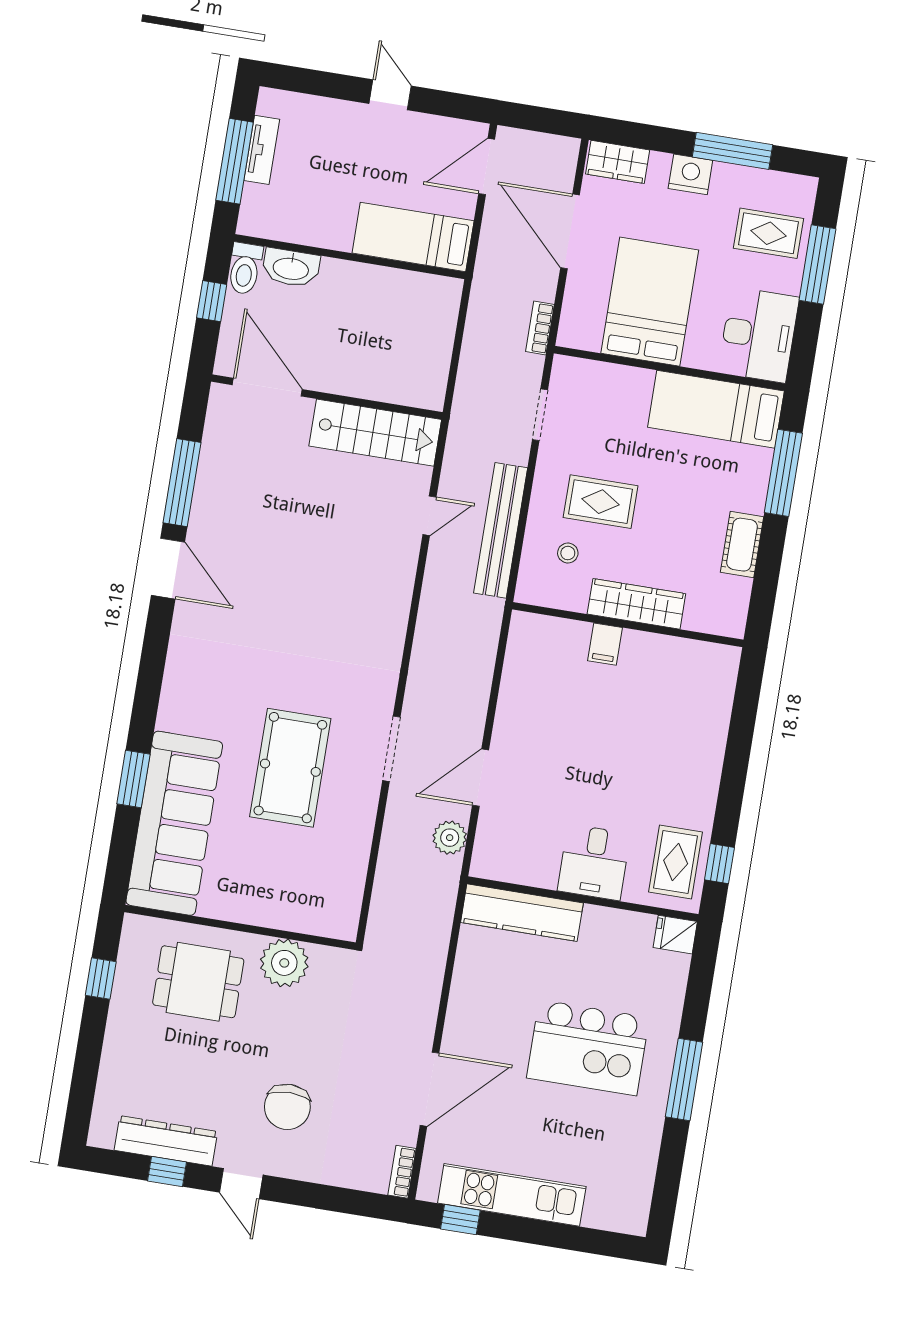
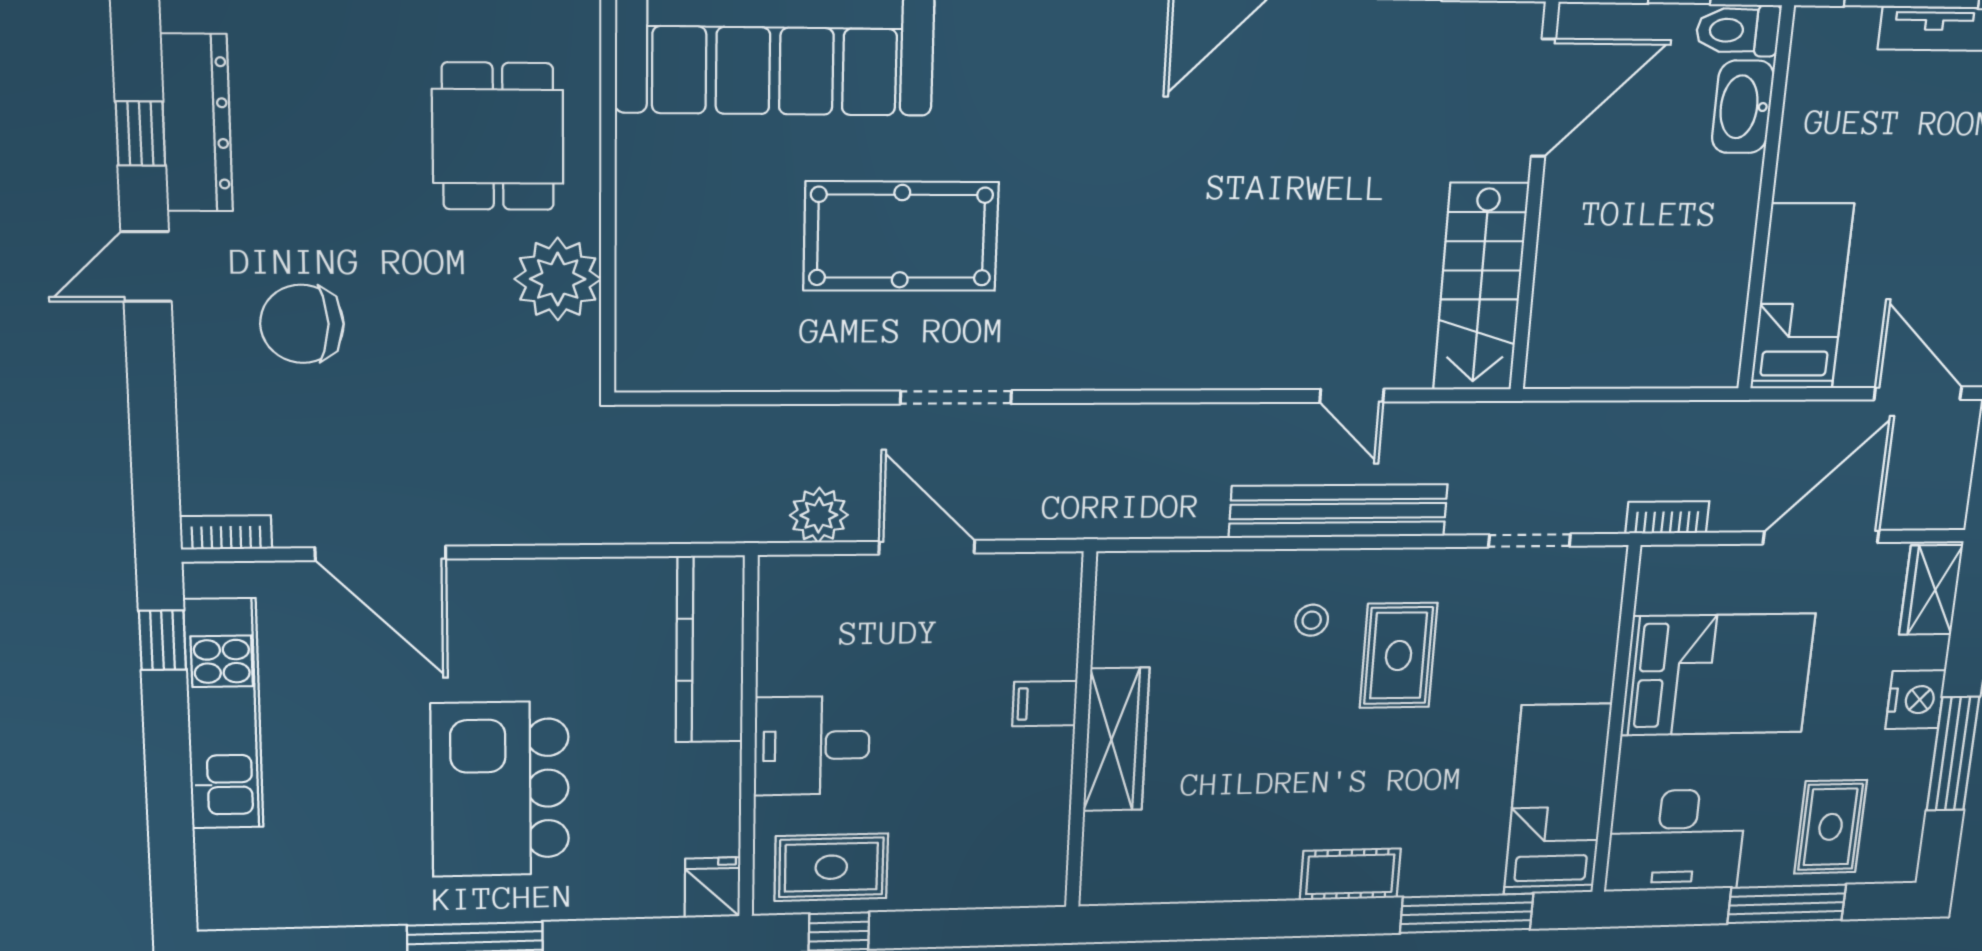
wardrobe: (636, 604) -> (1116, 739), moved
wall: (628, 625) -> (1081, 732), moved
filing cabinet: (605, 644) -> (1045, 704), moved

